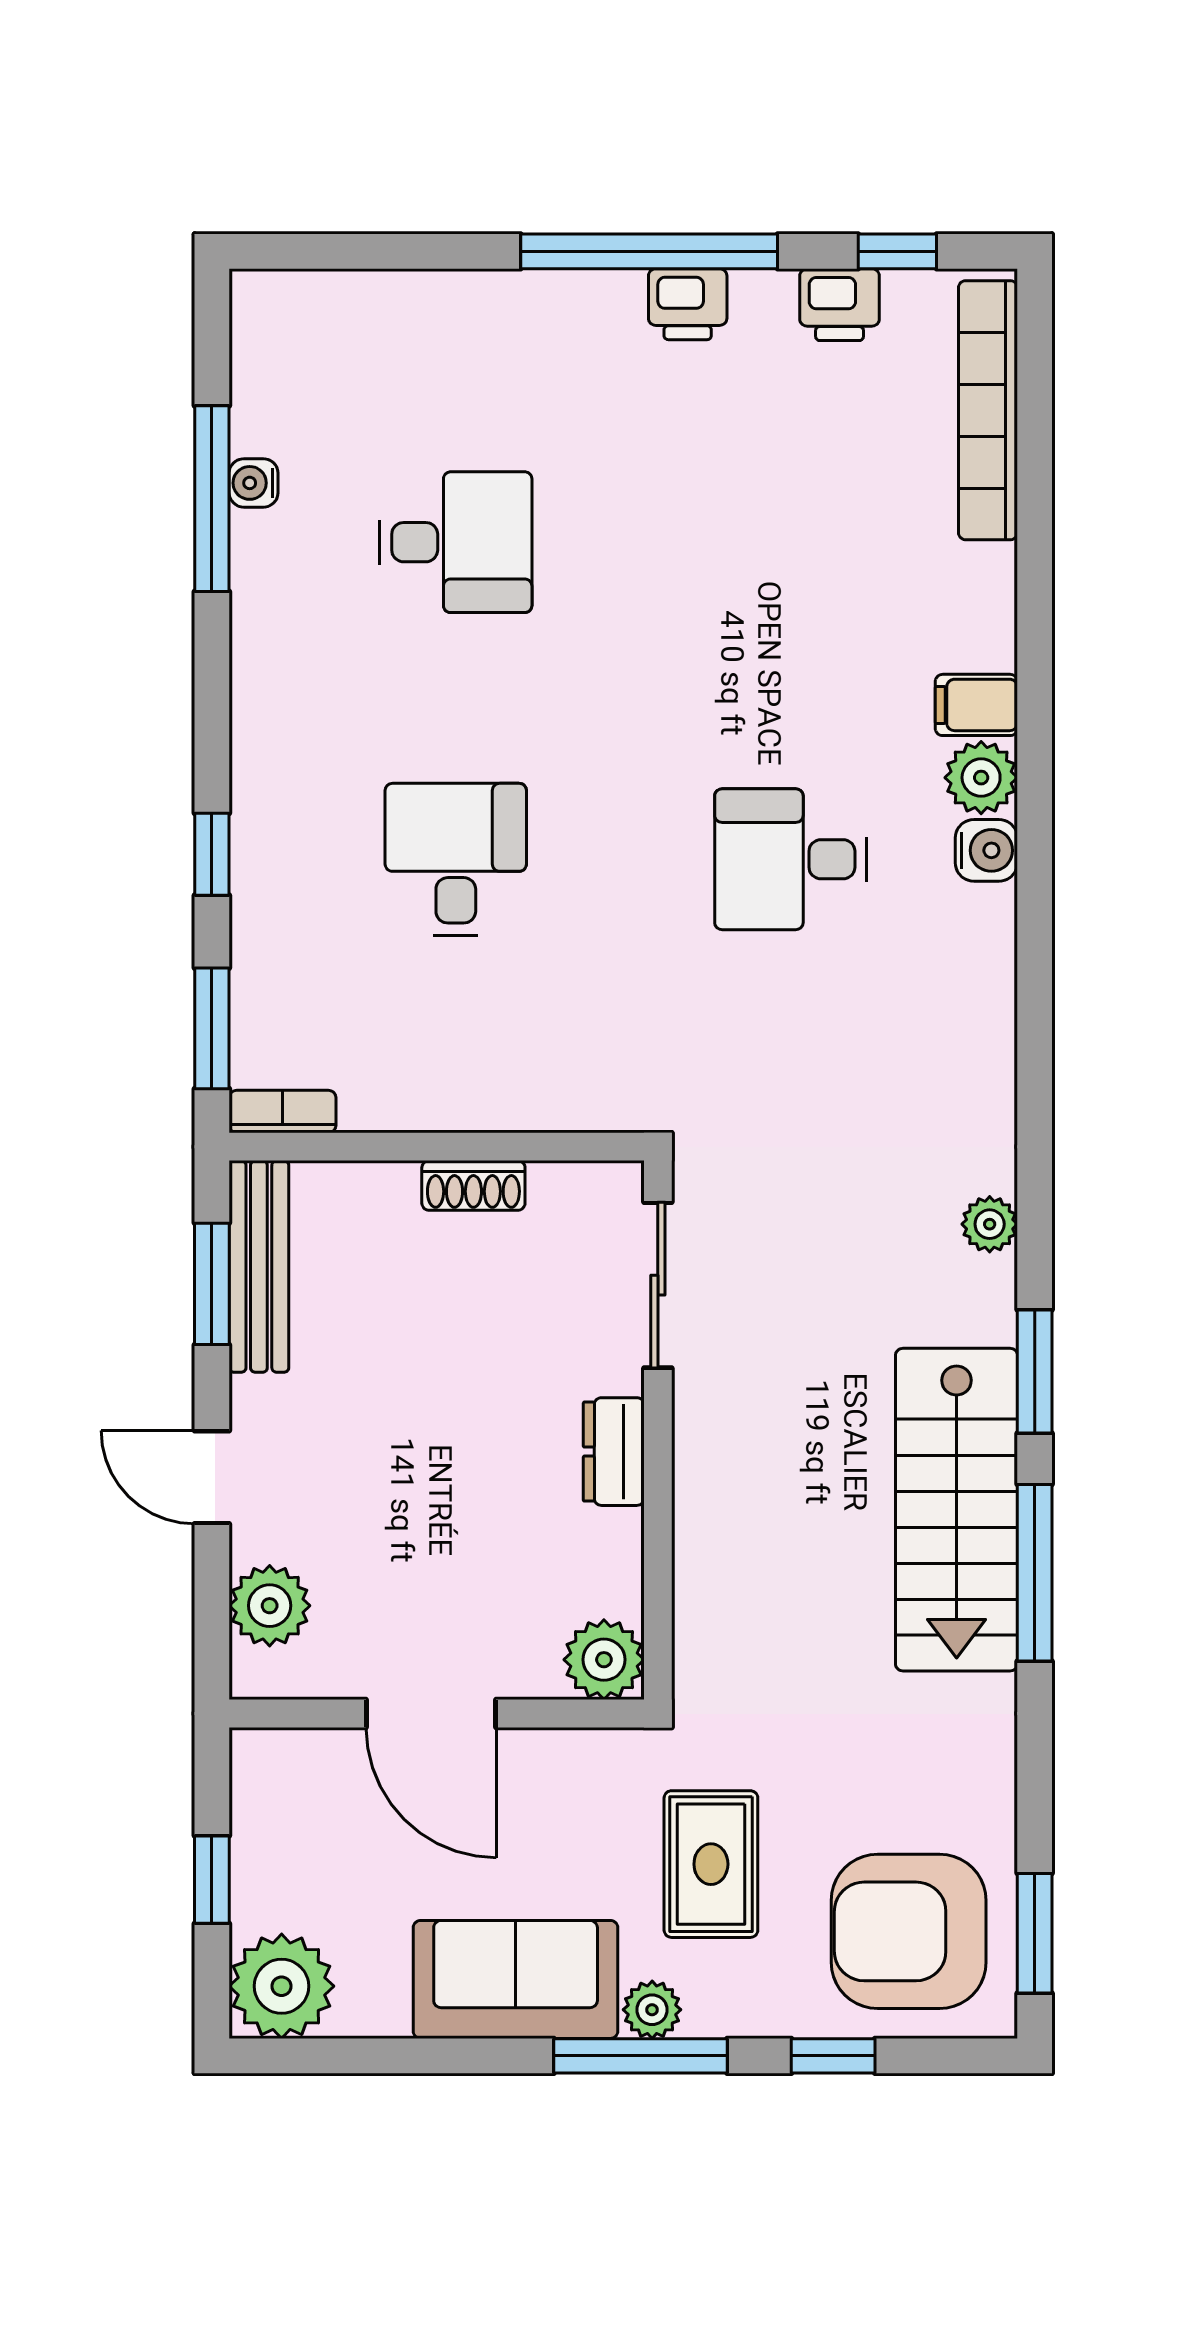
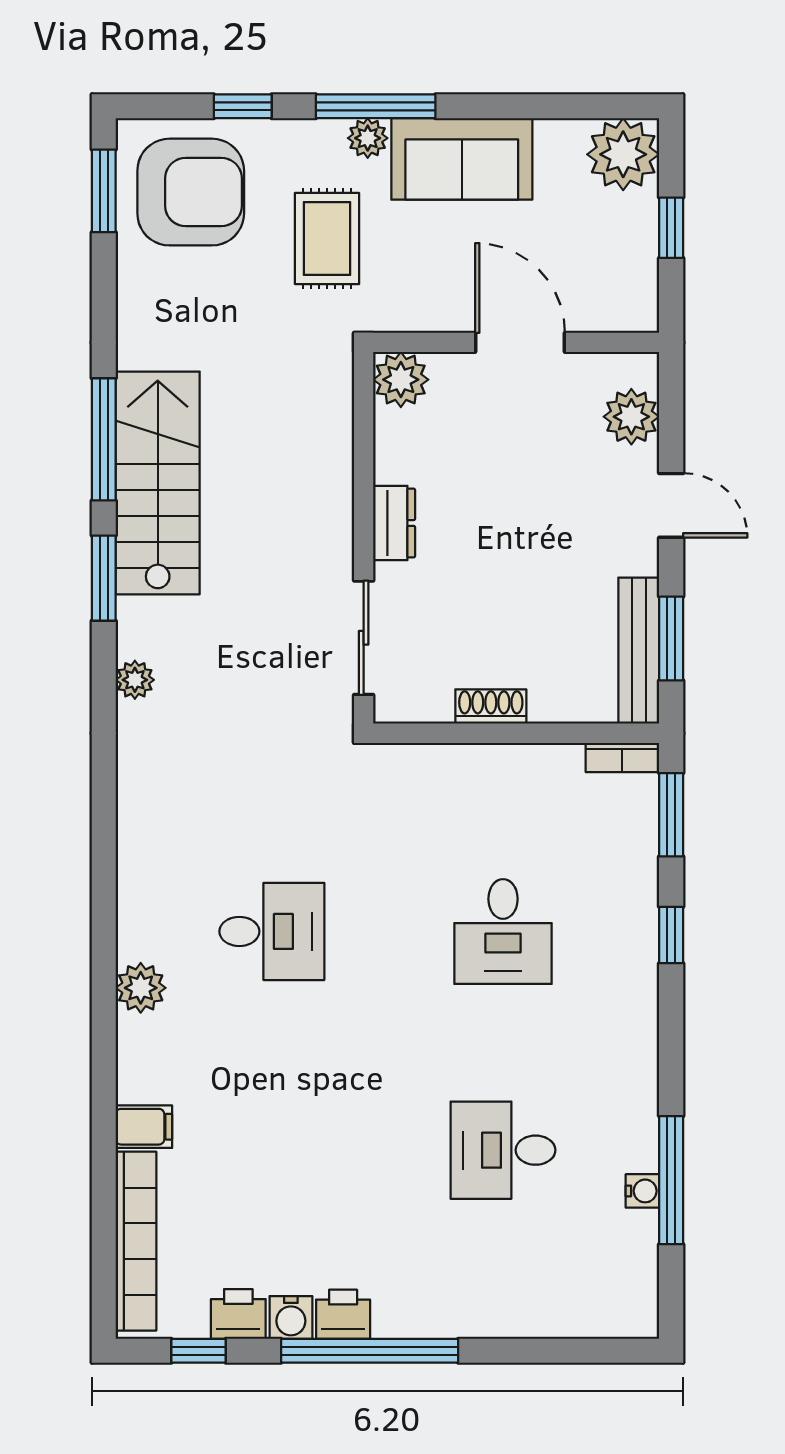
filing cabinet: (976, 705) -> (144, 1127), moved
water cooler: (986, 850) -> (291, 1317), moved, turned -90

